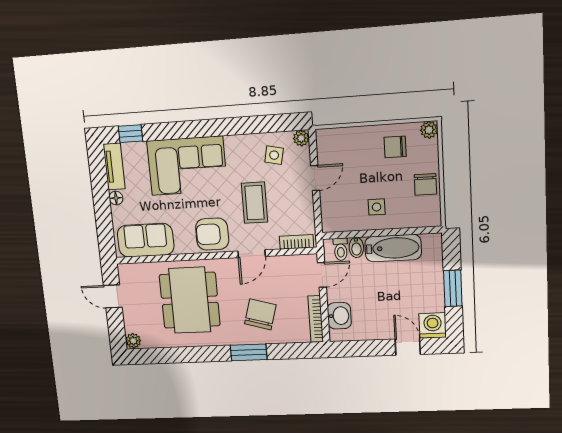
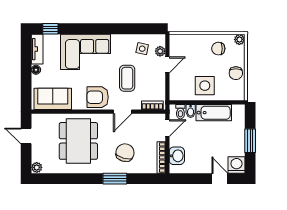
plant: (301, 138) -> (160, 51), moved
side table: (377, 207) -> (205, 86), width x1.87, depth x1.87

